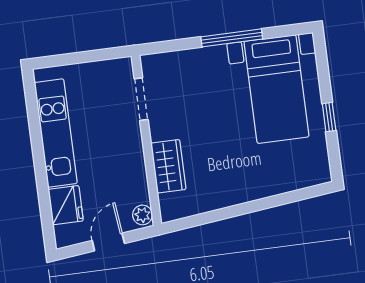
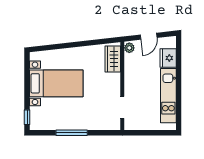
bed with nightstands: (276, 89) -> (56, 83), moved, turned 90
window: (329, 117) -> (27, 117), moved
wardrobe: (168, 166) -> (113, 59), moved

